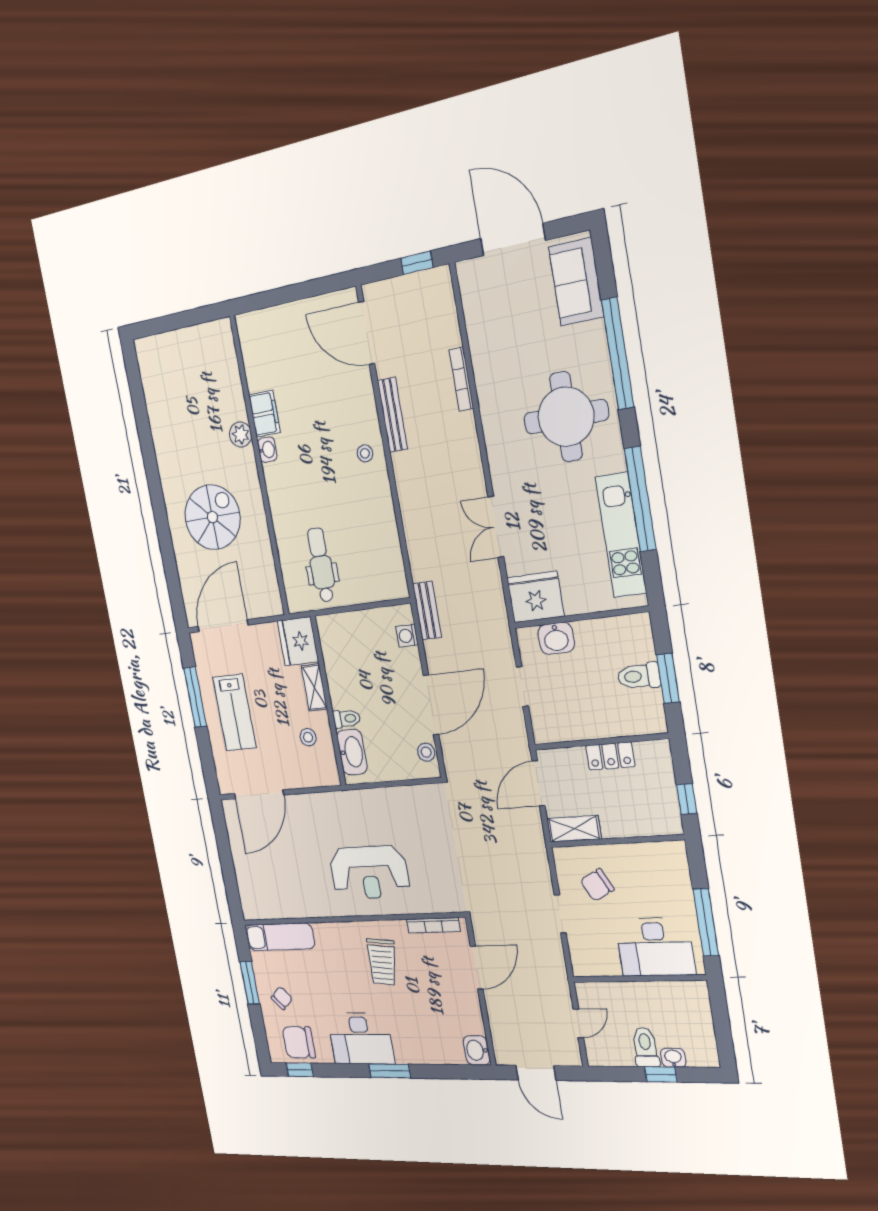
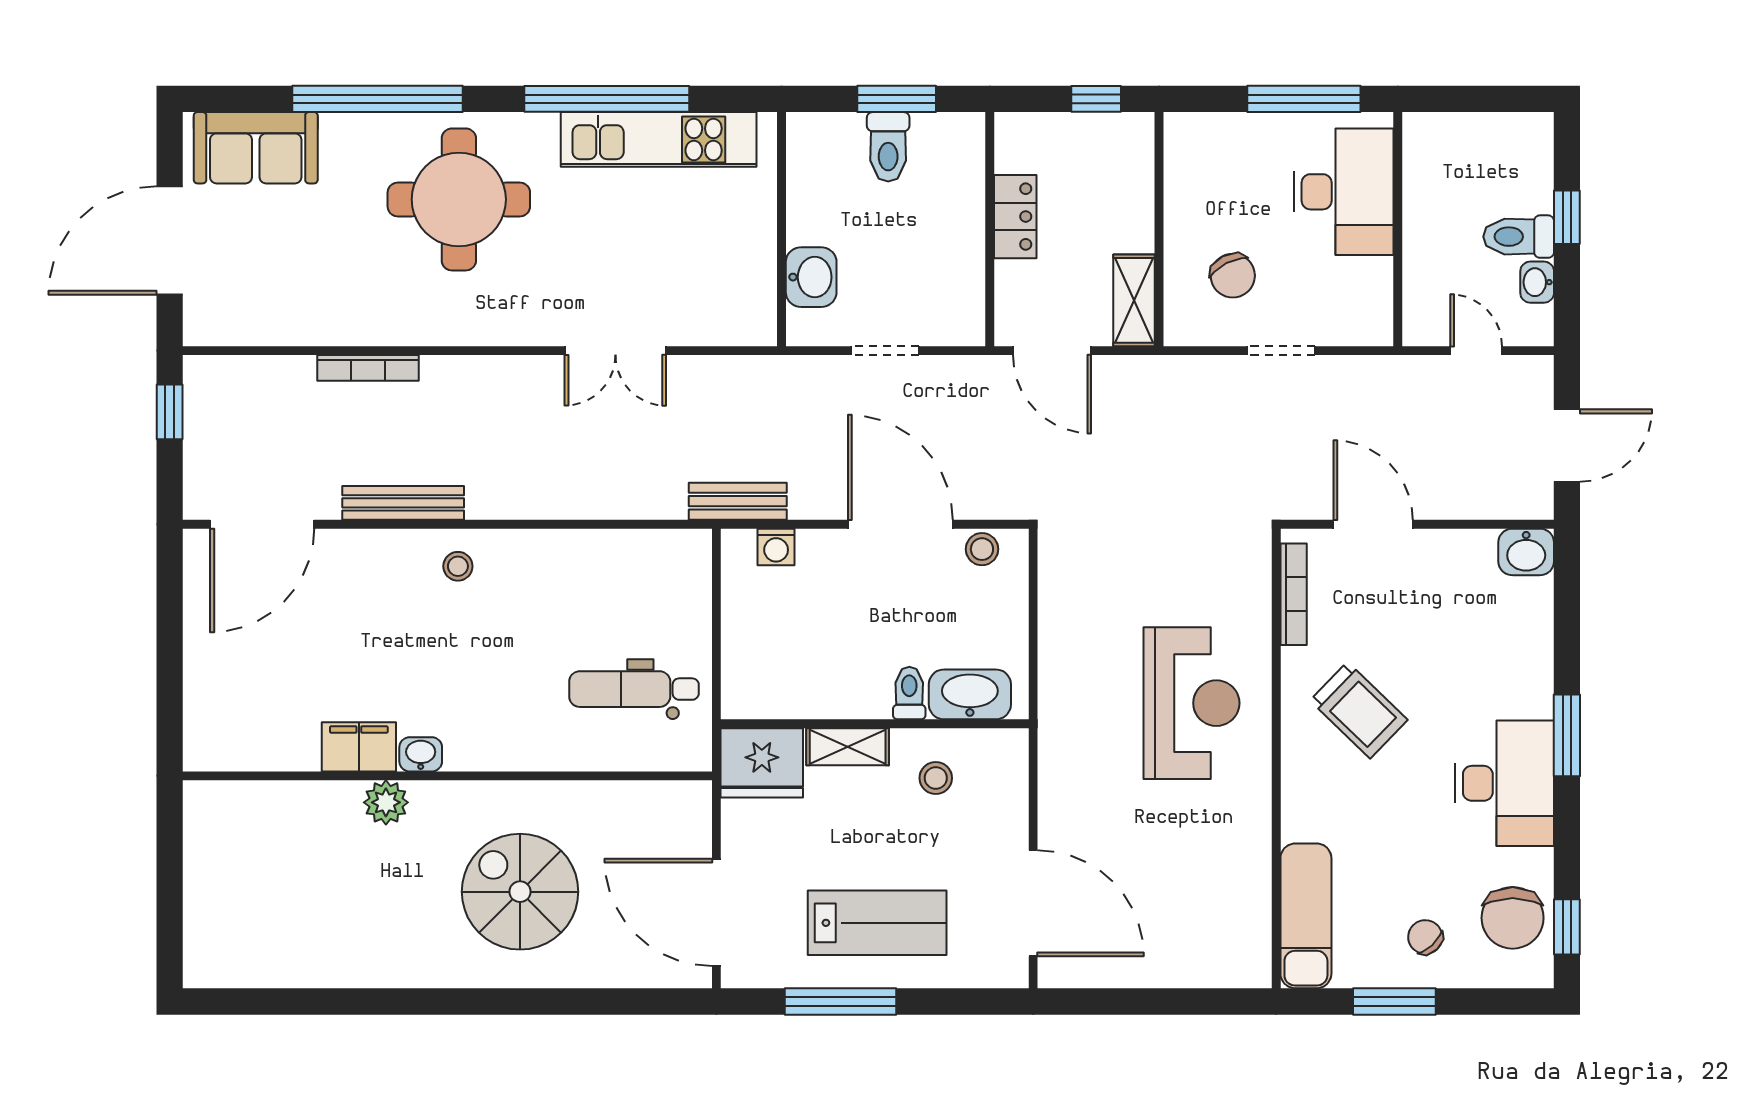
fridge: (535, 597) -> (739, 301), removed
trolley: (382, 962) -> (1359, 710), turned 38
washbasin: (673, 1058) -> (1537, 282), moved

